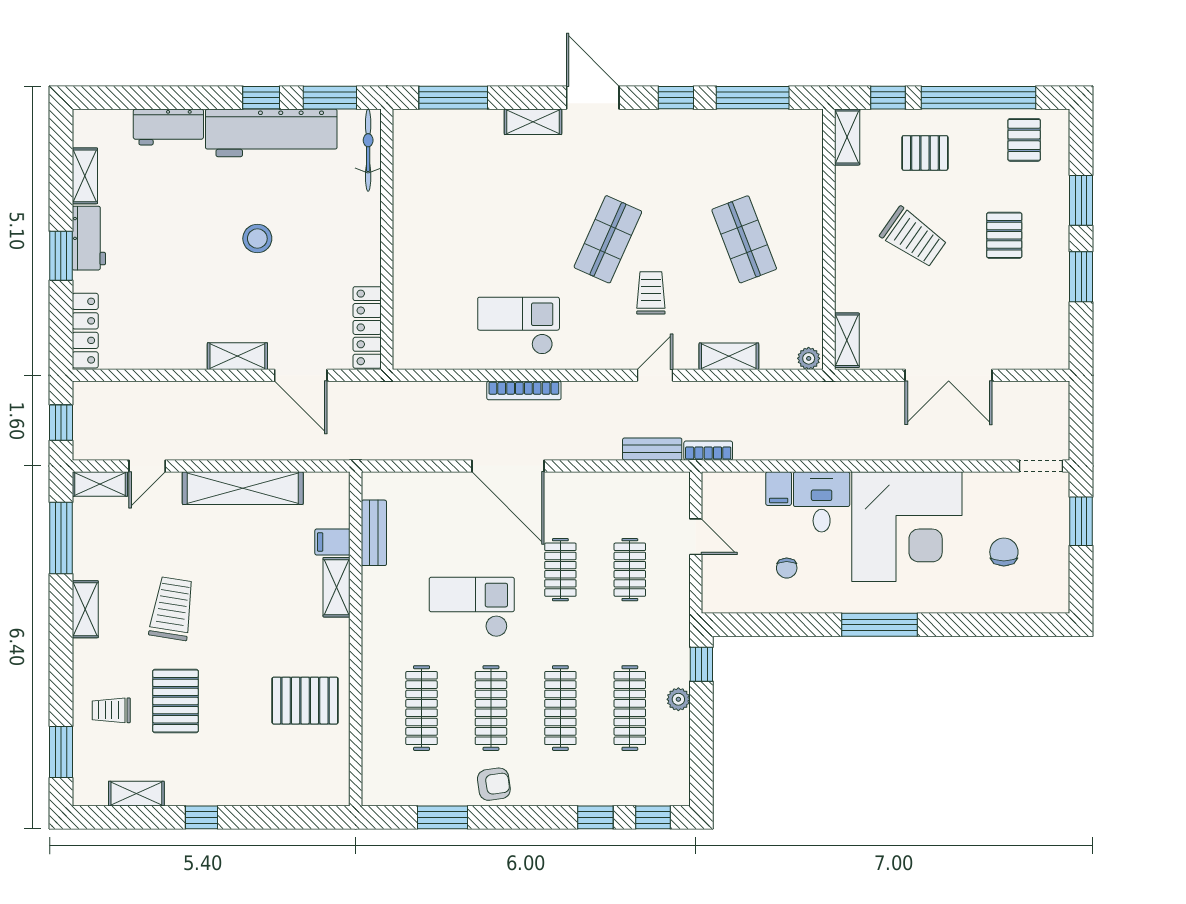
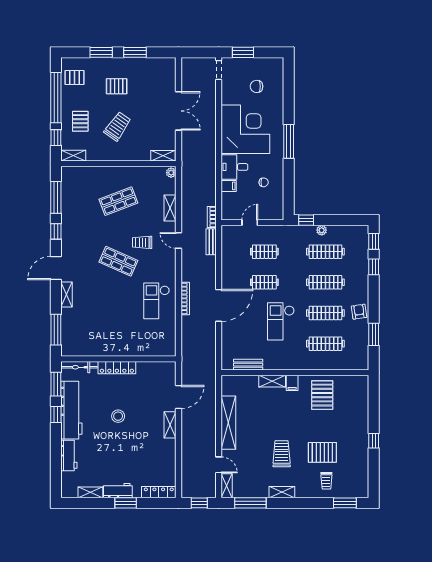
locker: (367, 327) -> (117, 368), moved
filing cabinet: (332, 542) -> (292, 383), moved
trolley: (172, 609) -> (282, 454), turned 81
shelving: (136, 794) -> (363, 470), removed

